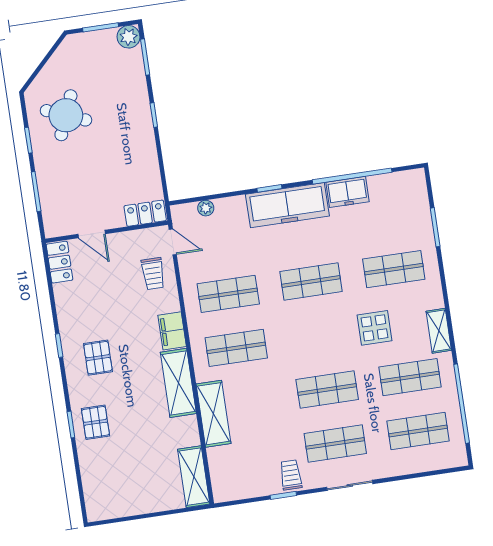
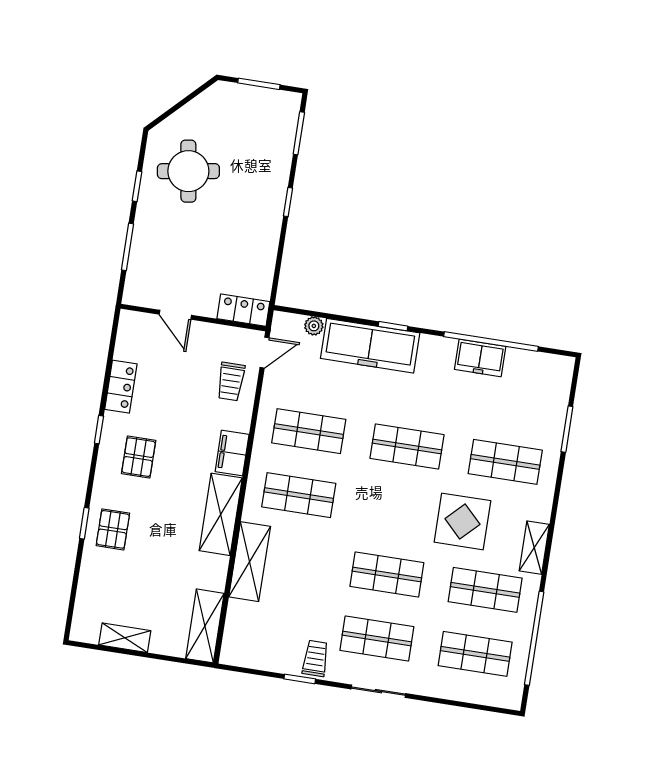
plant: (128, 37) -> (287, 104), removed
round table: (66, 115) -> (188, 171), turned -31
freezer: (287, 205) -> (370, 346), moved
door: (173, 242) -> (264, 353), hinge flipped
locker: (60, 262) -> (121, 387), moved
display table: (374, 328) -> (462, 521), width x1.36, depth x1.36
shelving: (132, 506) -> (125, 638), added

